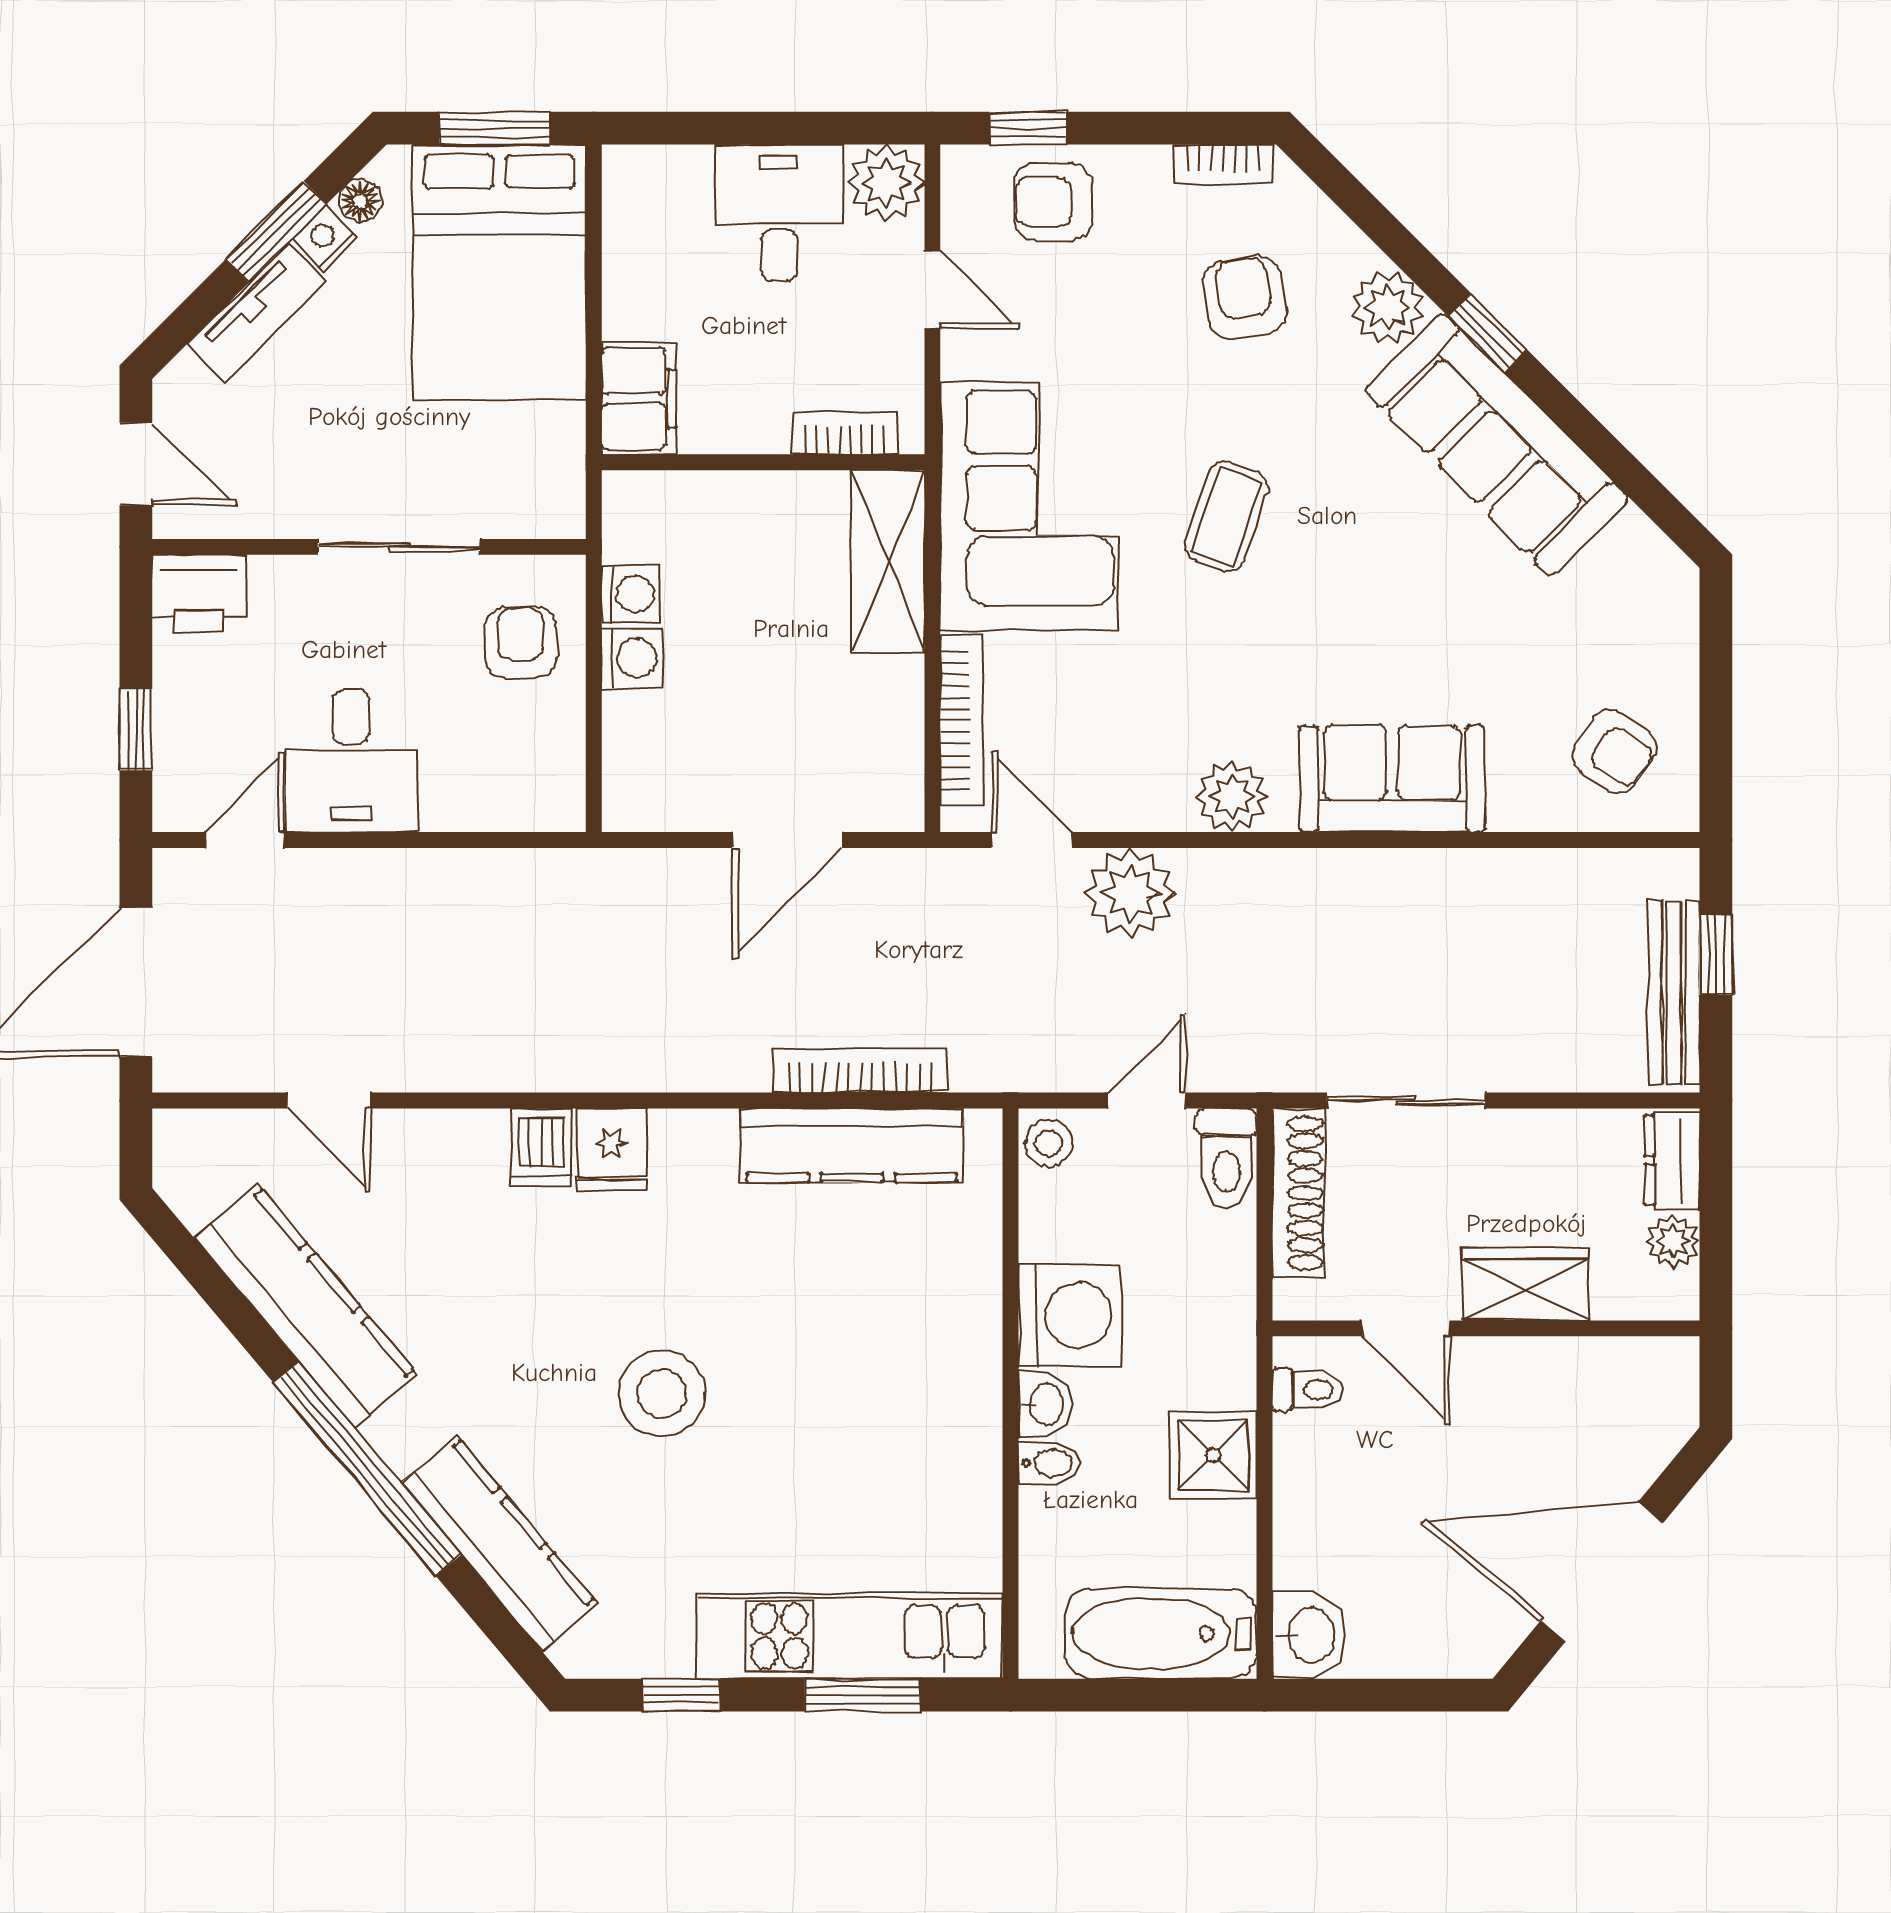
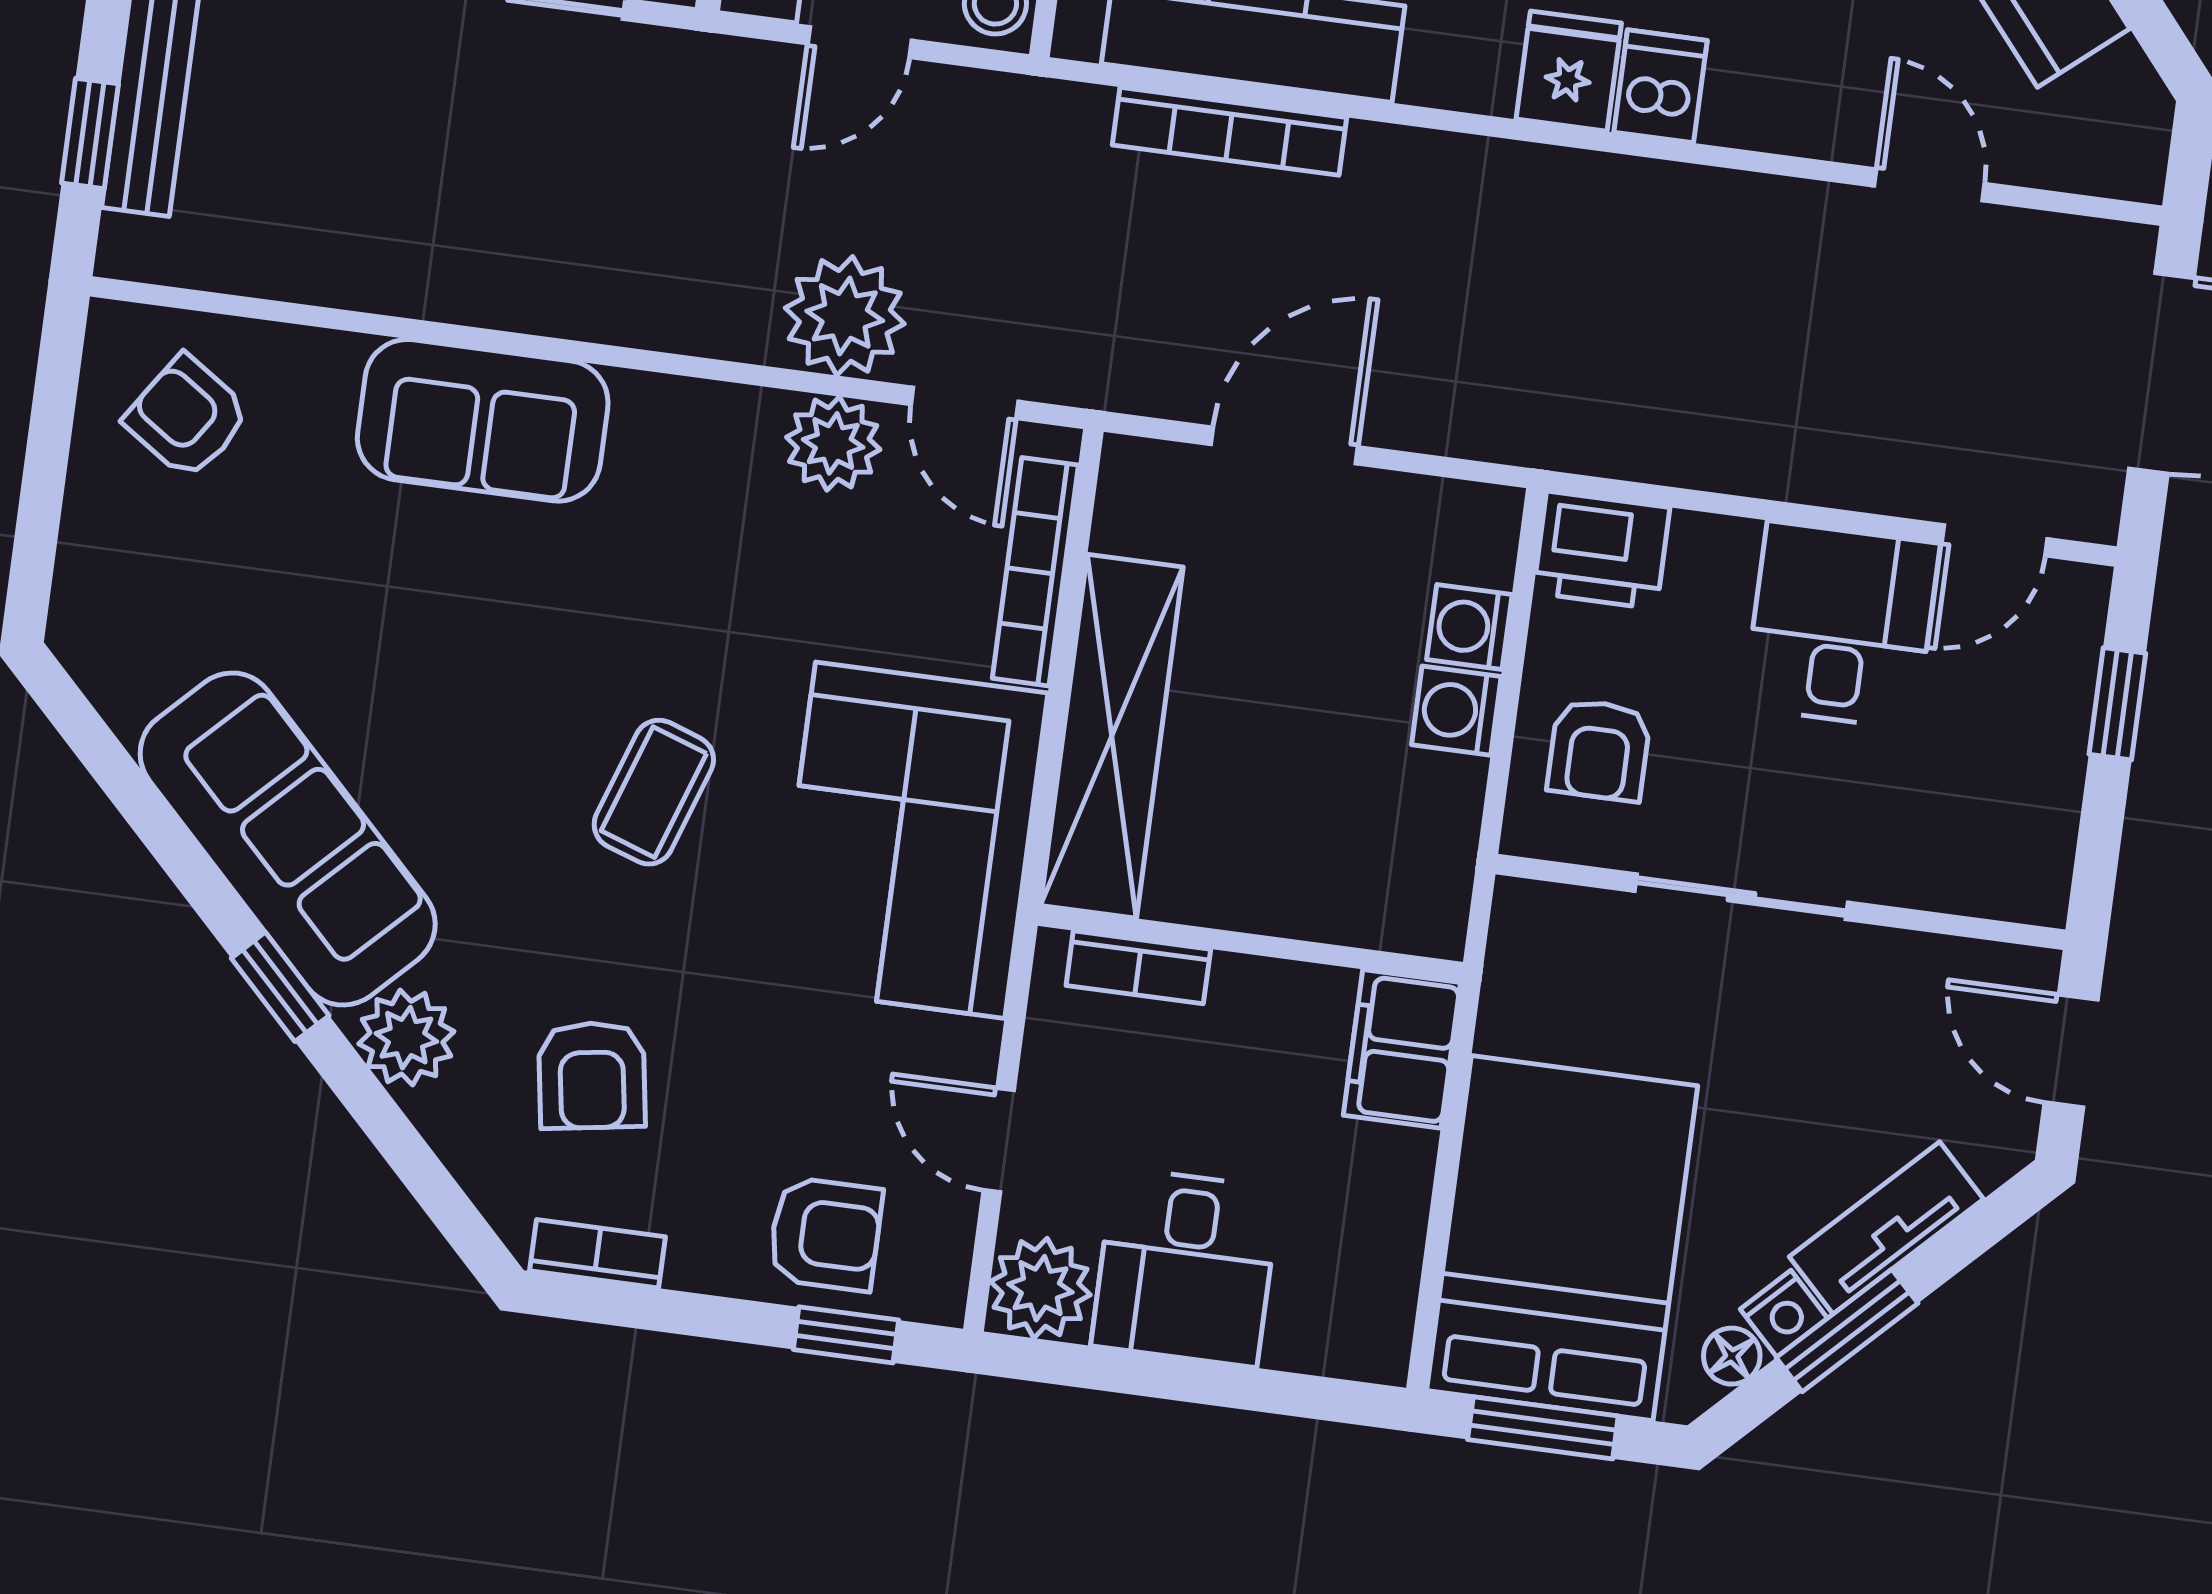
shelving: (888, 562) -> (1112, 736), width x1.47
printer: (199, 594) -> (1601, 550), moved, turned 180
washing machine: (630, 594) -> (1469, 627), moved
plant: (1232, 796) -> (833, 443), moved

